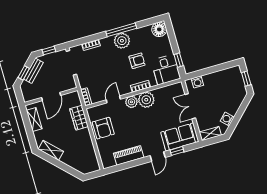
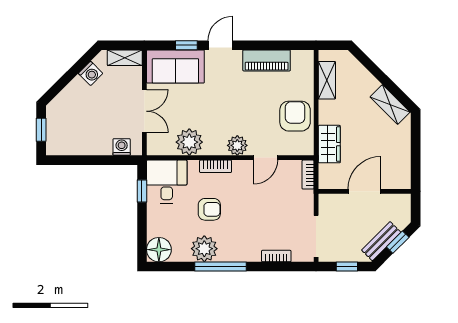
plant: (122, 41) -> (204, 249), moved
armchair: (137, 61) -> (209, 209), turned 180
plant: (146, 100) -> (189, 142), moved
shelving: (34, 119) -> (327, 80), moved

